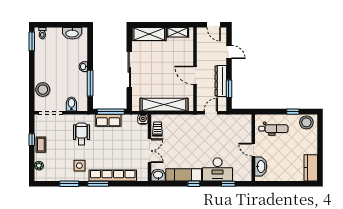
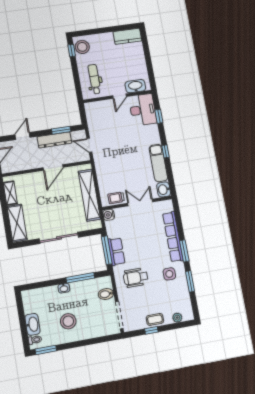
washbasin: (72, 33) -> (32, 324), moved
stool: (43, 90) -> (68, 321), moved
window: (293, 112) -> (72, 50), moved
desk: (218, 169) -> (143, 110), moved

